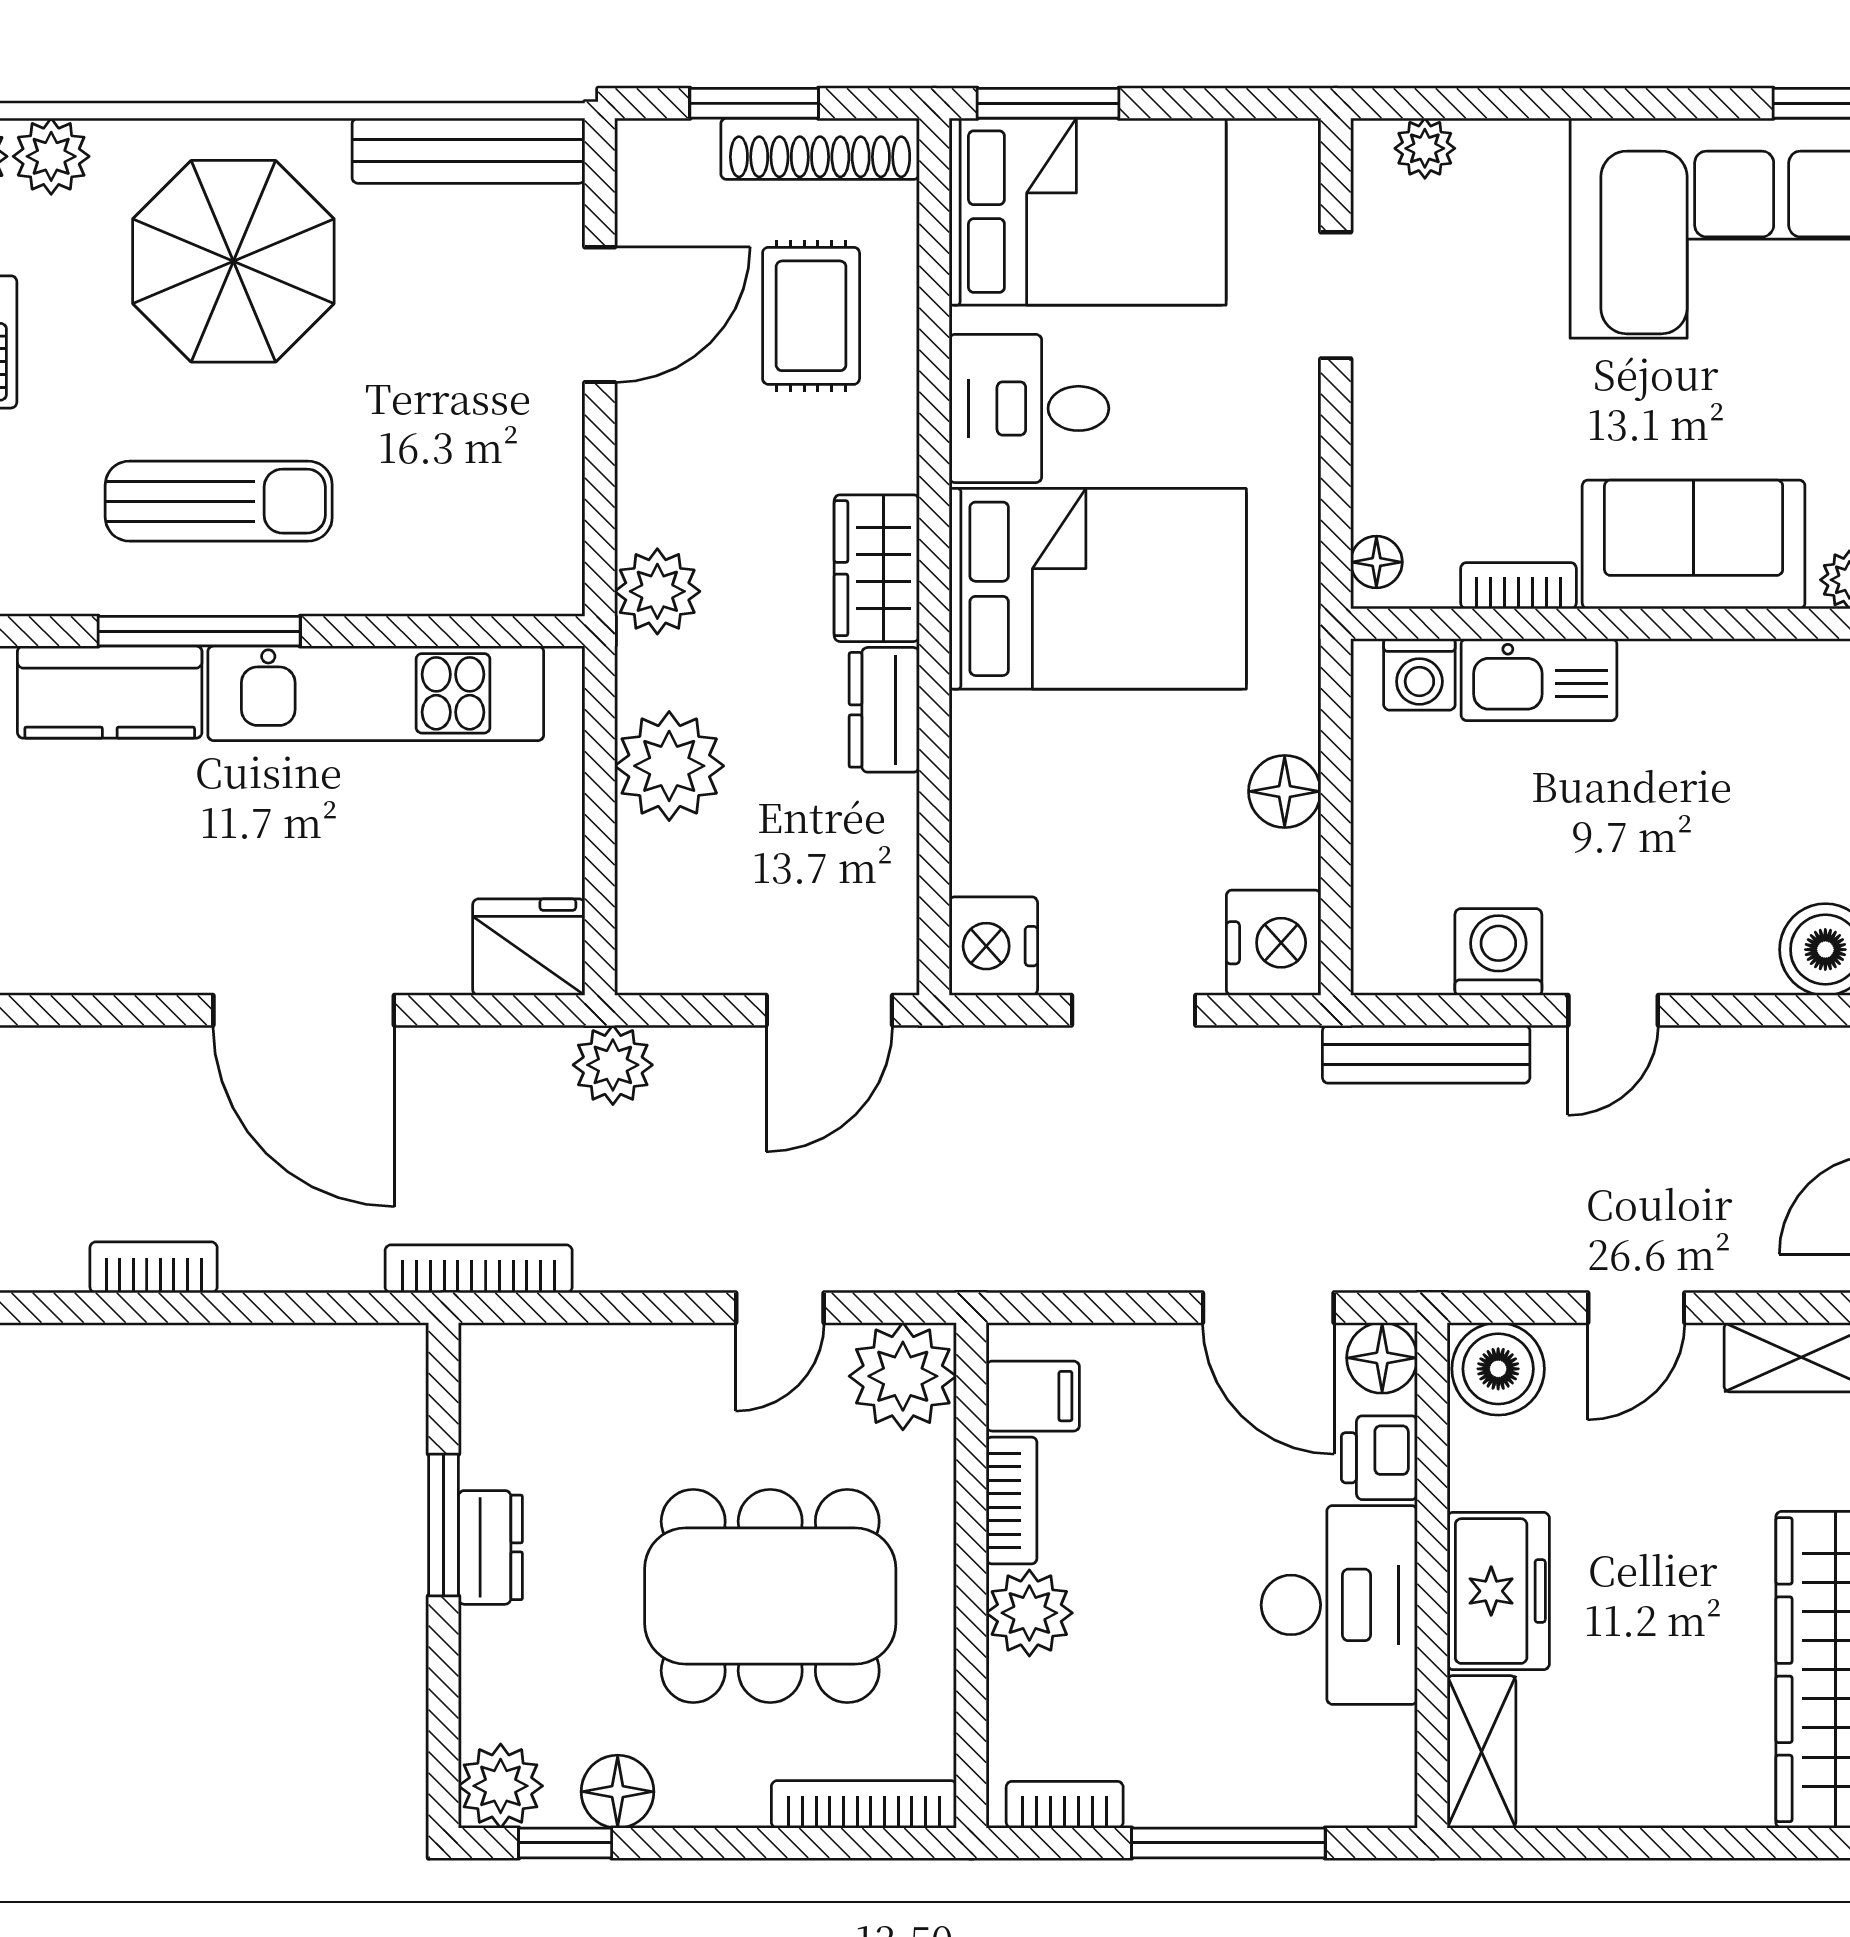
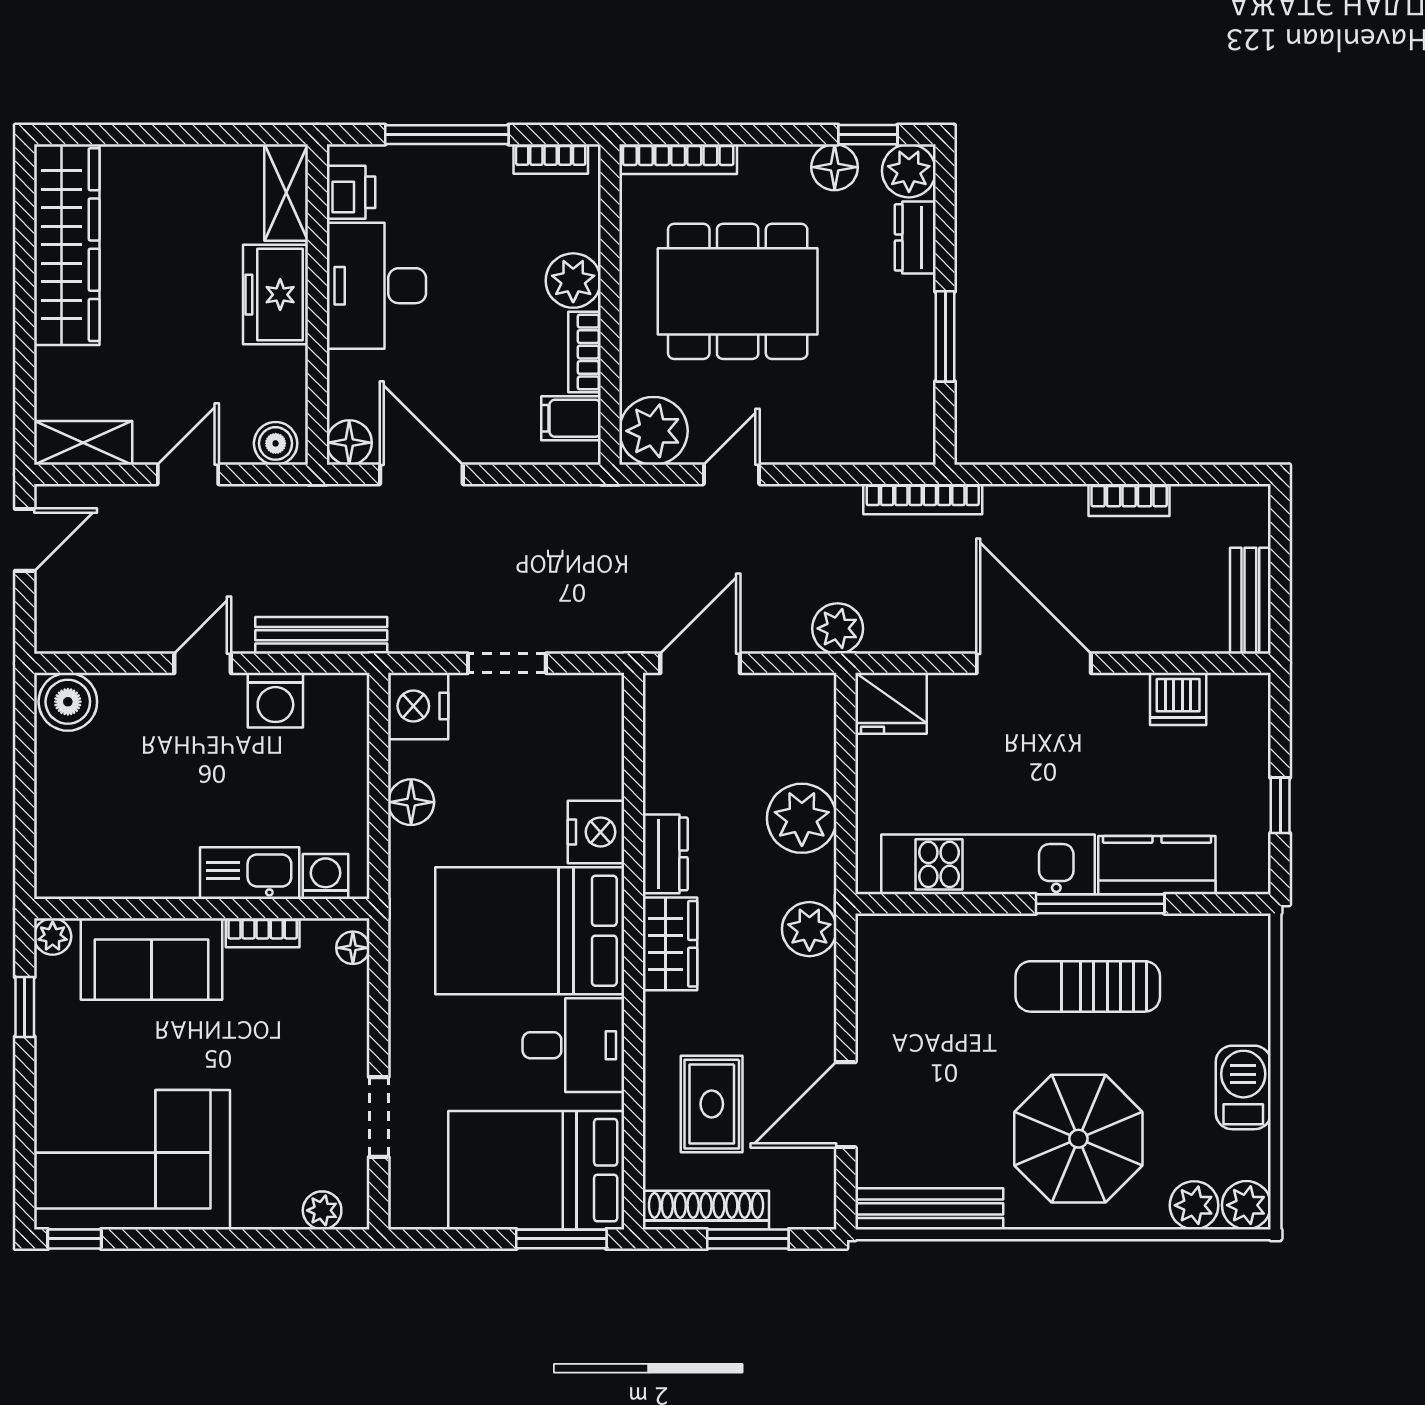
nightstand: (993, 946) -> (596, 832), moved
dishwasher: (76, 954) -> (1178, 699), added
boiler: (1498, 1369) -> (276, 443), width x0.73, depth x0.73
printer: (1379, 1458) -> (351, 192), moved
dresser: (490, 1547) -> (915, 237), moved

